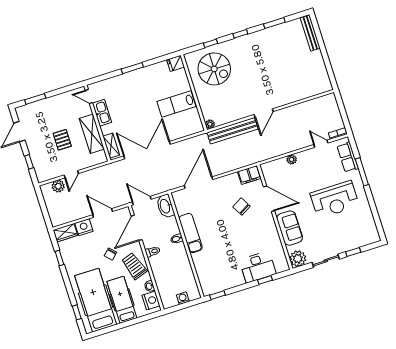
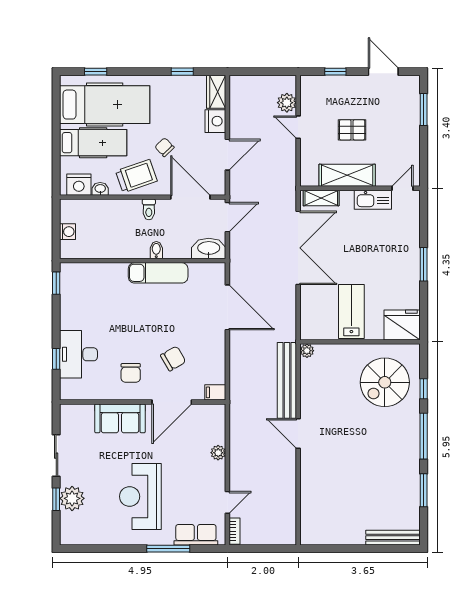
window: (240, 34) -> (424, 436), width x2.17
fridge: (176, 63) -> (402, 325), width x1.88, depth x1.34
filing cabinet: (249, 175) -> (215, 392), width x0.50
chair: (259, 230) -> (131, 373), added
plant: (298, 259) -> (72, 498), moved

